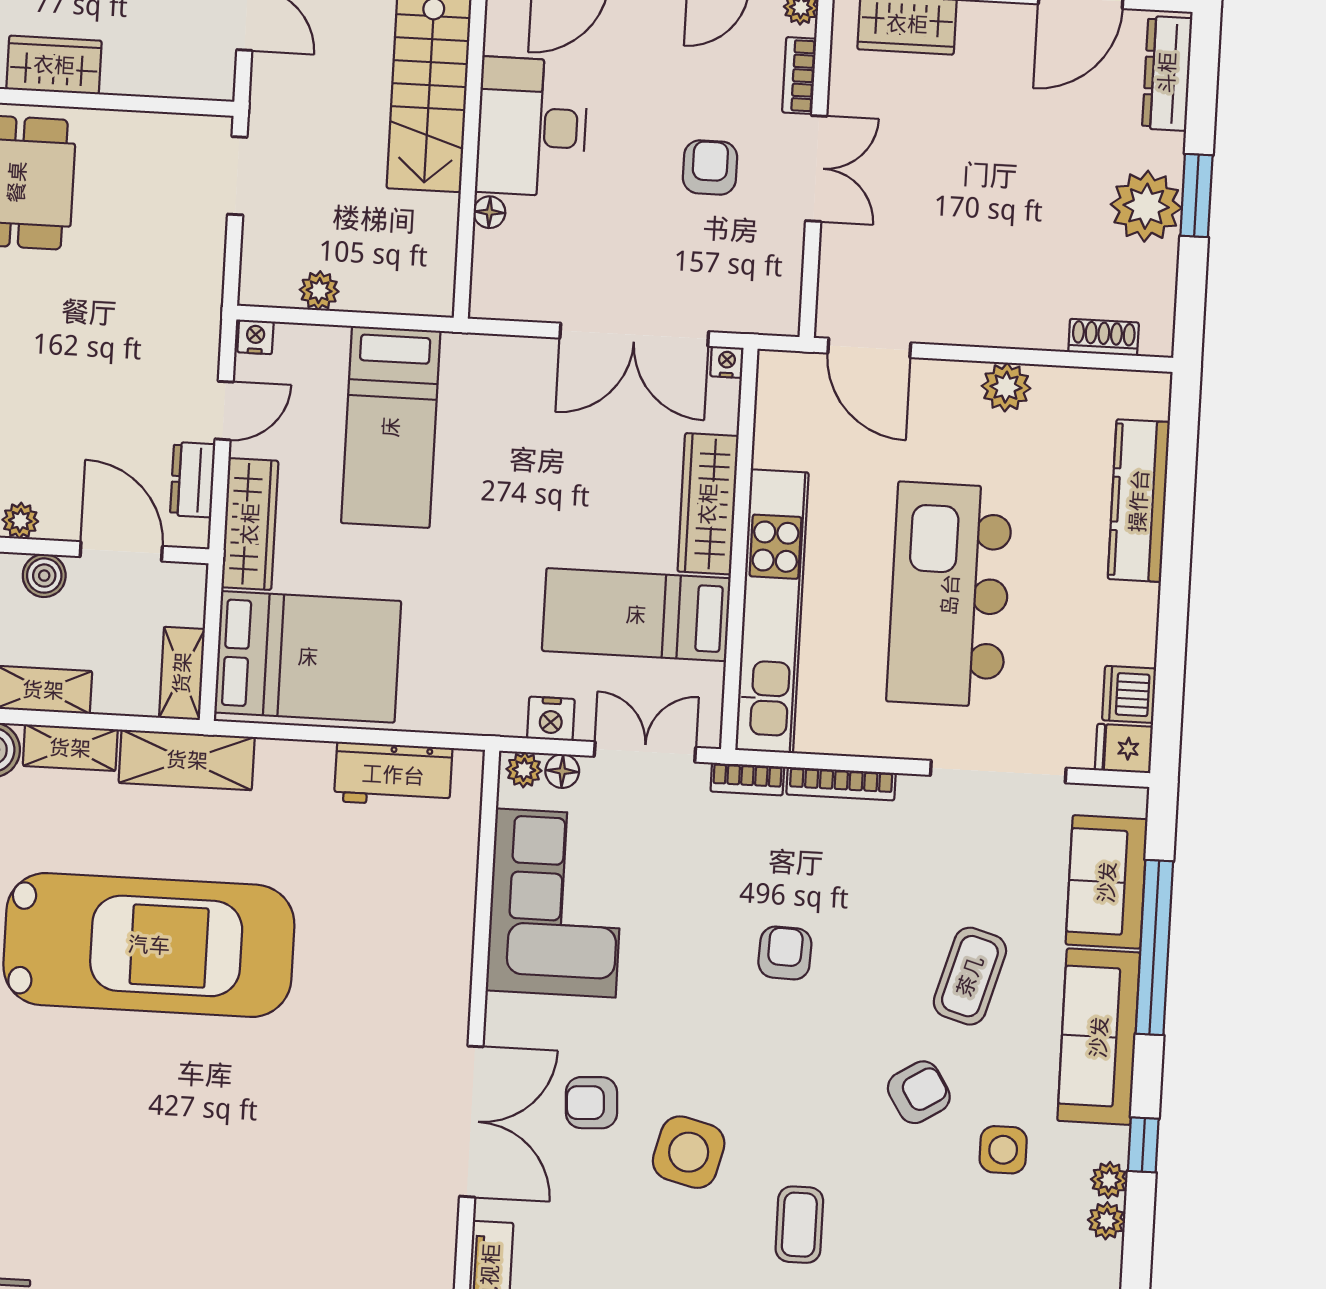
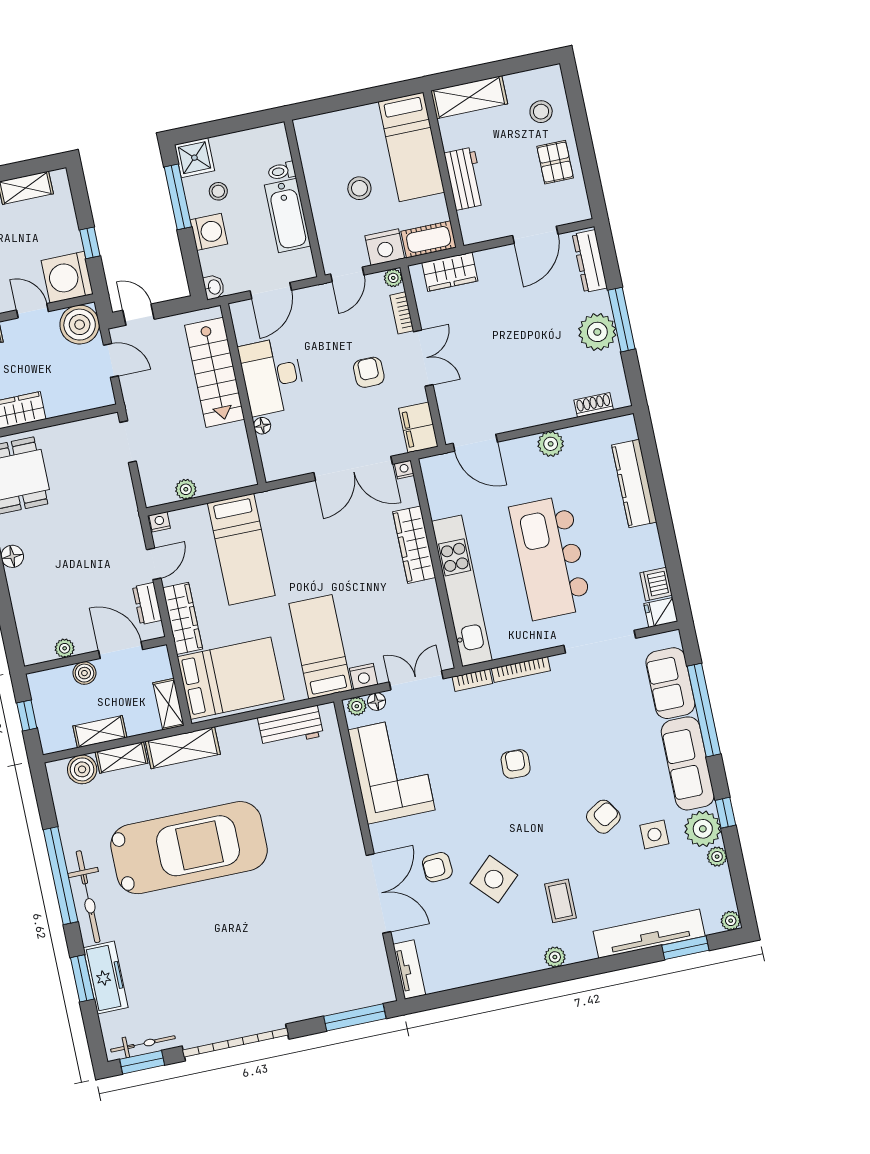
window: (1196, 196) -> (622, 320), width x1.44
filing cabinet: (773, 292) -> (418, 427), added
bed: (636, 615) -> (320, 647), moved, turned 90
coffee table: (970, 976) -> (613, 750), removed
side table: (689, 1152) -> (494, 879), turned 33
plant: (1109, 1180) -> (703, 829), width x1.88, depth x1.88

